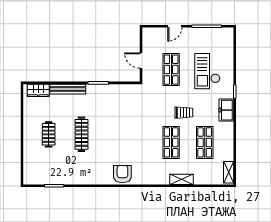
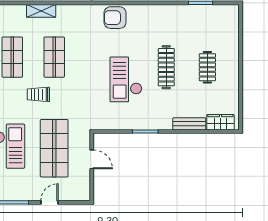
shop shelf: (171, 70) -> (54, 148), width x1.43, depth x1.36
bench: (68, 89) -> (189, 124), width x0.73
checkout: (114, 125) -> (126, 79), added
armchair: (122, 174) -> (115, 18), turned 90

